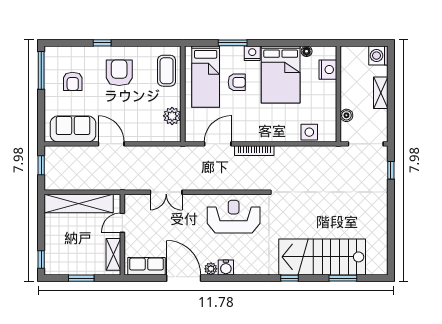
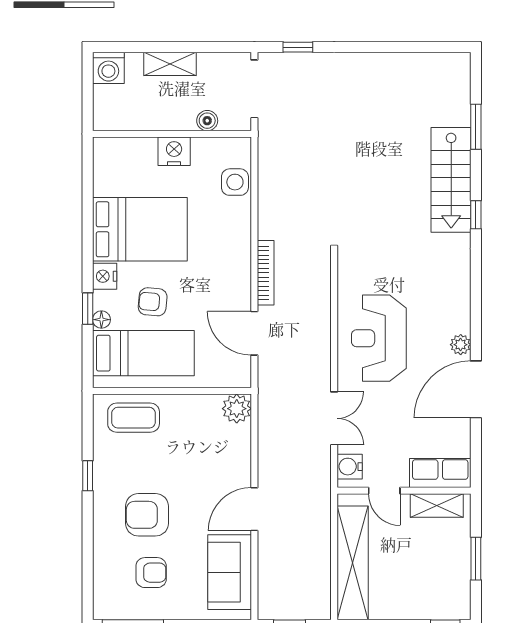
window: (102, 43) -> (88, 476), moved
window: (233, 43) -> (88, 309), width x0.67
floor lamp: (307, 51) -> (101, 320), moved
nightstand: (328, 70) -> (174, 151), moved
armchair: (119, 73) -> (147, 515), moved
armchair: (237, 82) -> (153, 302), turned -85
plant: (172, 116) -> (237, 409), moved
reception desk: (234, 217) -> (379, 338), moved
stairs: (322, 257) -> (451, 180), width x0.73, depth x0.66
row of seats: (146, 266) -> (440, 473), moved, turned 90
water cooler: (226, 267) -> (350, 467), moved, turned 180

